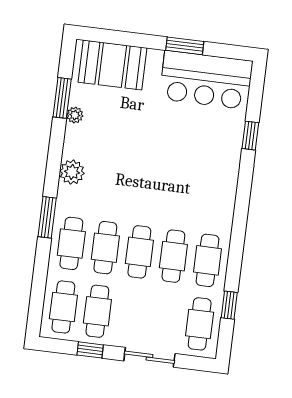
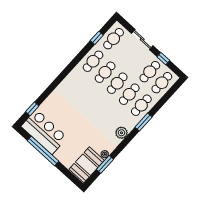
window: (185, 46) -> (43, 151), width x2.11
booth: (112, 65) -> (87, 165), moved, turned 90
window: (250, 136) -> (32, 109), moved

